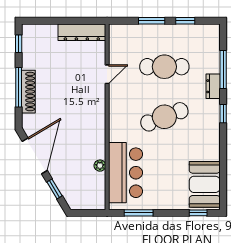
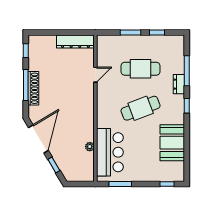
booth: (205, 184) -> (172, 143), moved

